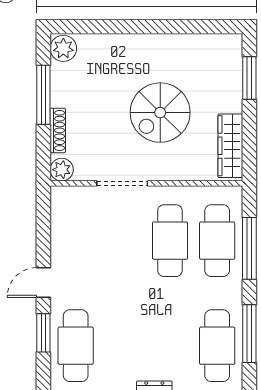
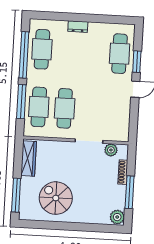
window: (249, 78) -> (16, 195), width x1.44
spiral stairs: (160, 113) -> (56, 198), moved, turned -90
plant: (62, 170) -> (111, 150), moved
window: (249, 334) -> (24, 55), width x1.46

